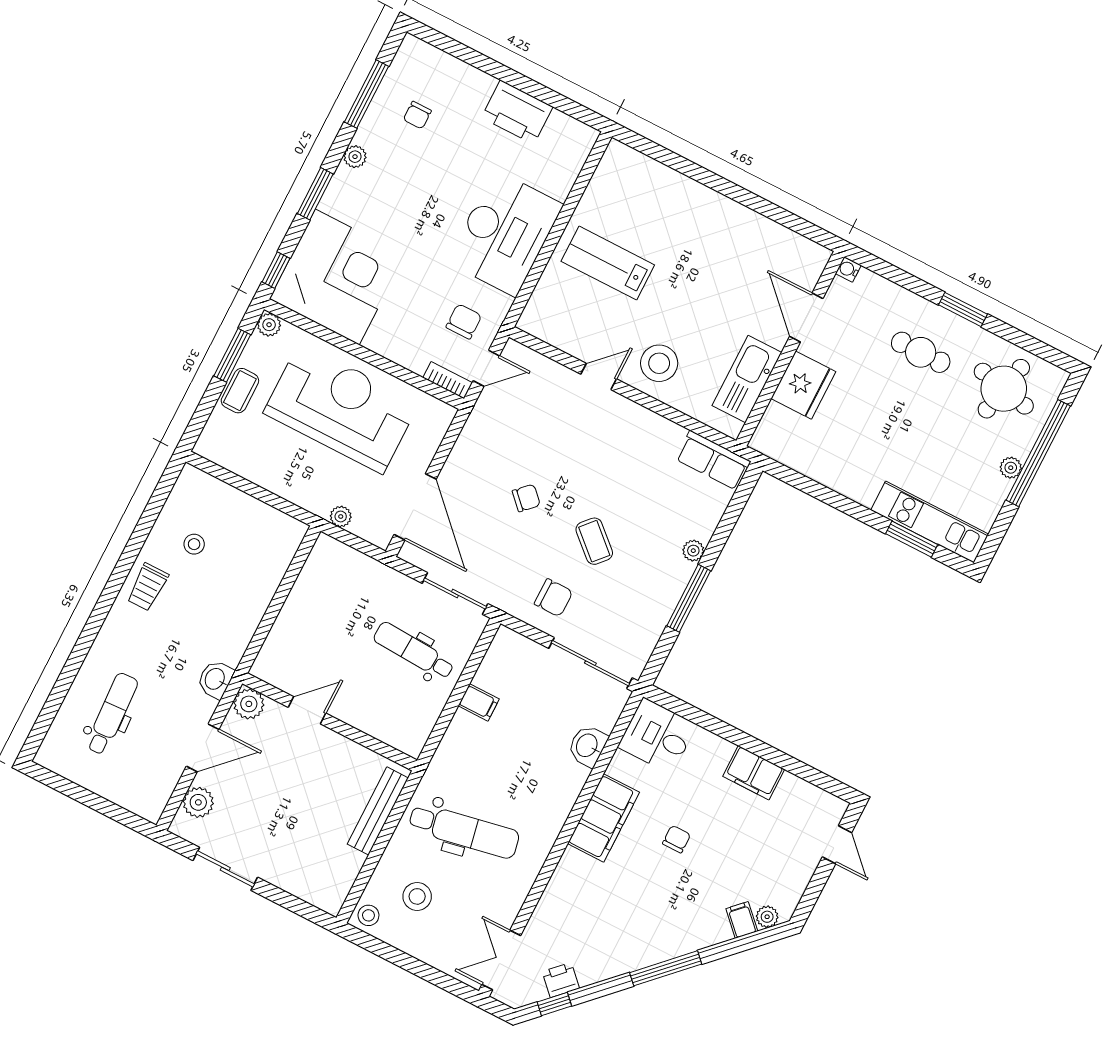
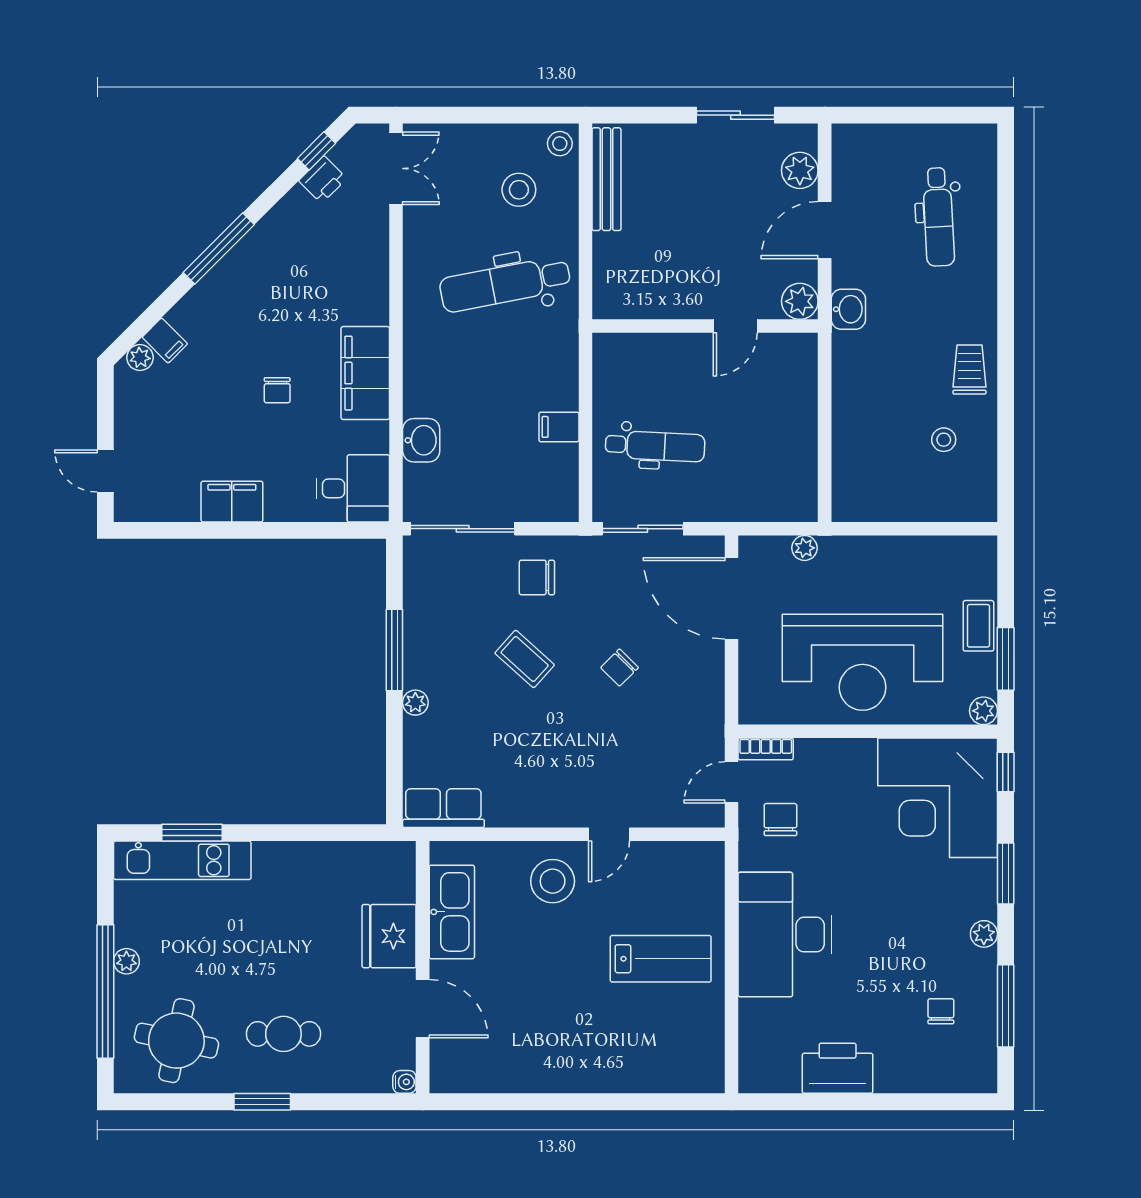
chair: (464, 321) -> (780, 820), turned 180
bench: (378, 811) -> (606, 179), moved

